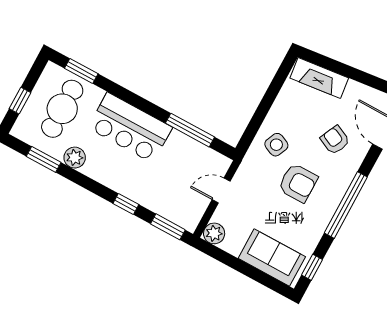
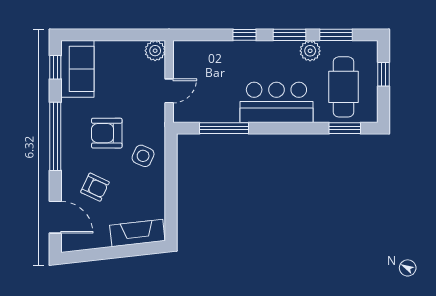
window: (168, 227) -> (289, 35), moved
sofa: (272, 257) -> (77, 69), moved, turned -90

